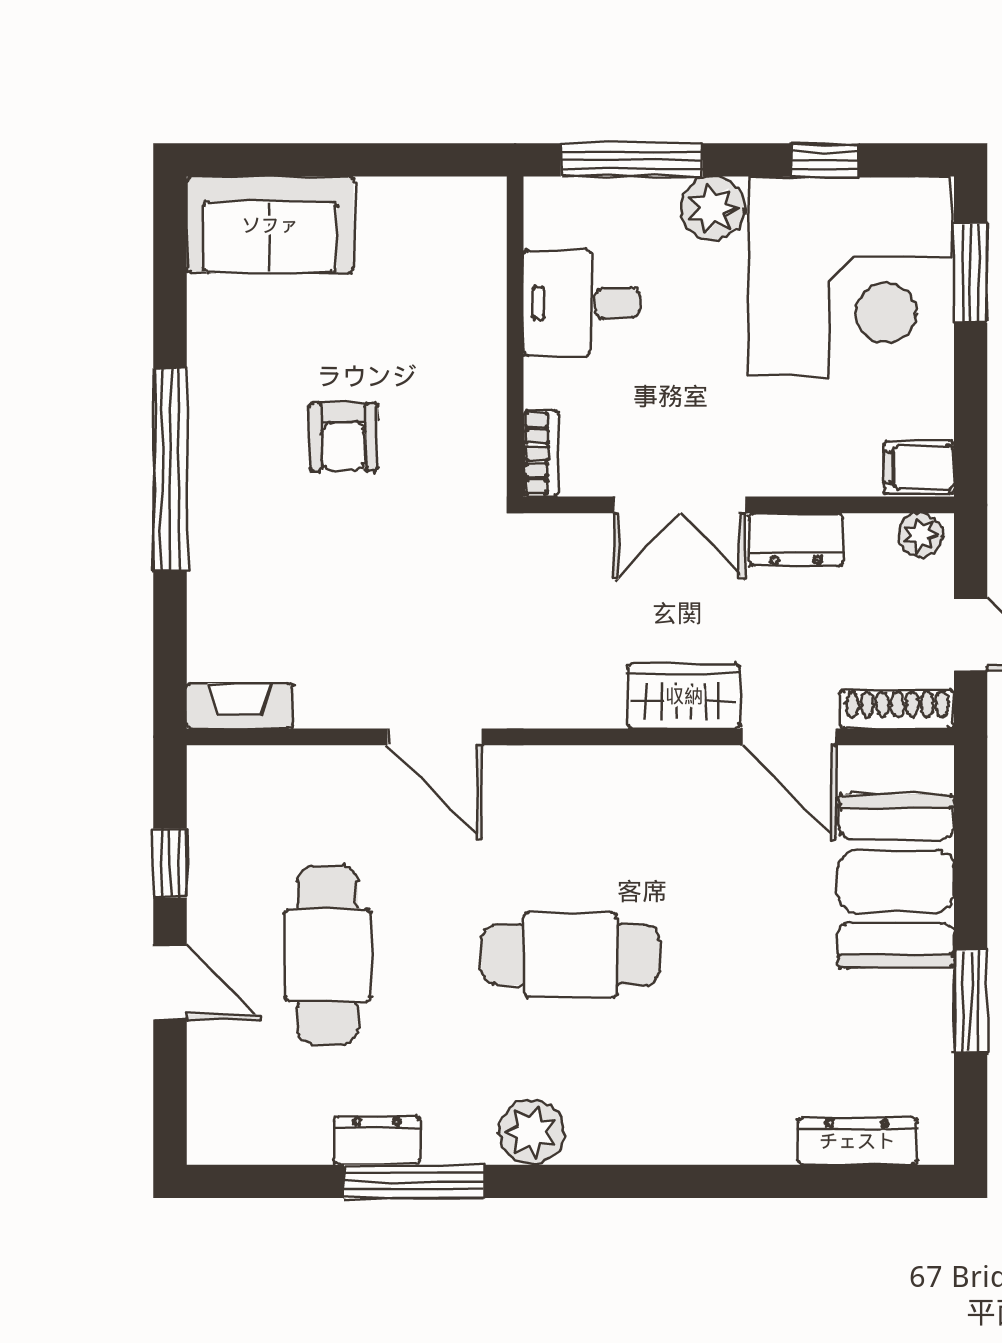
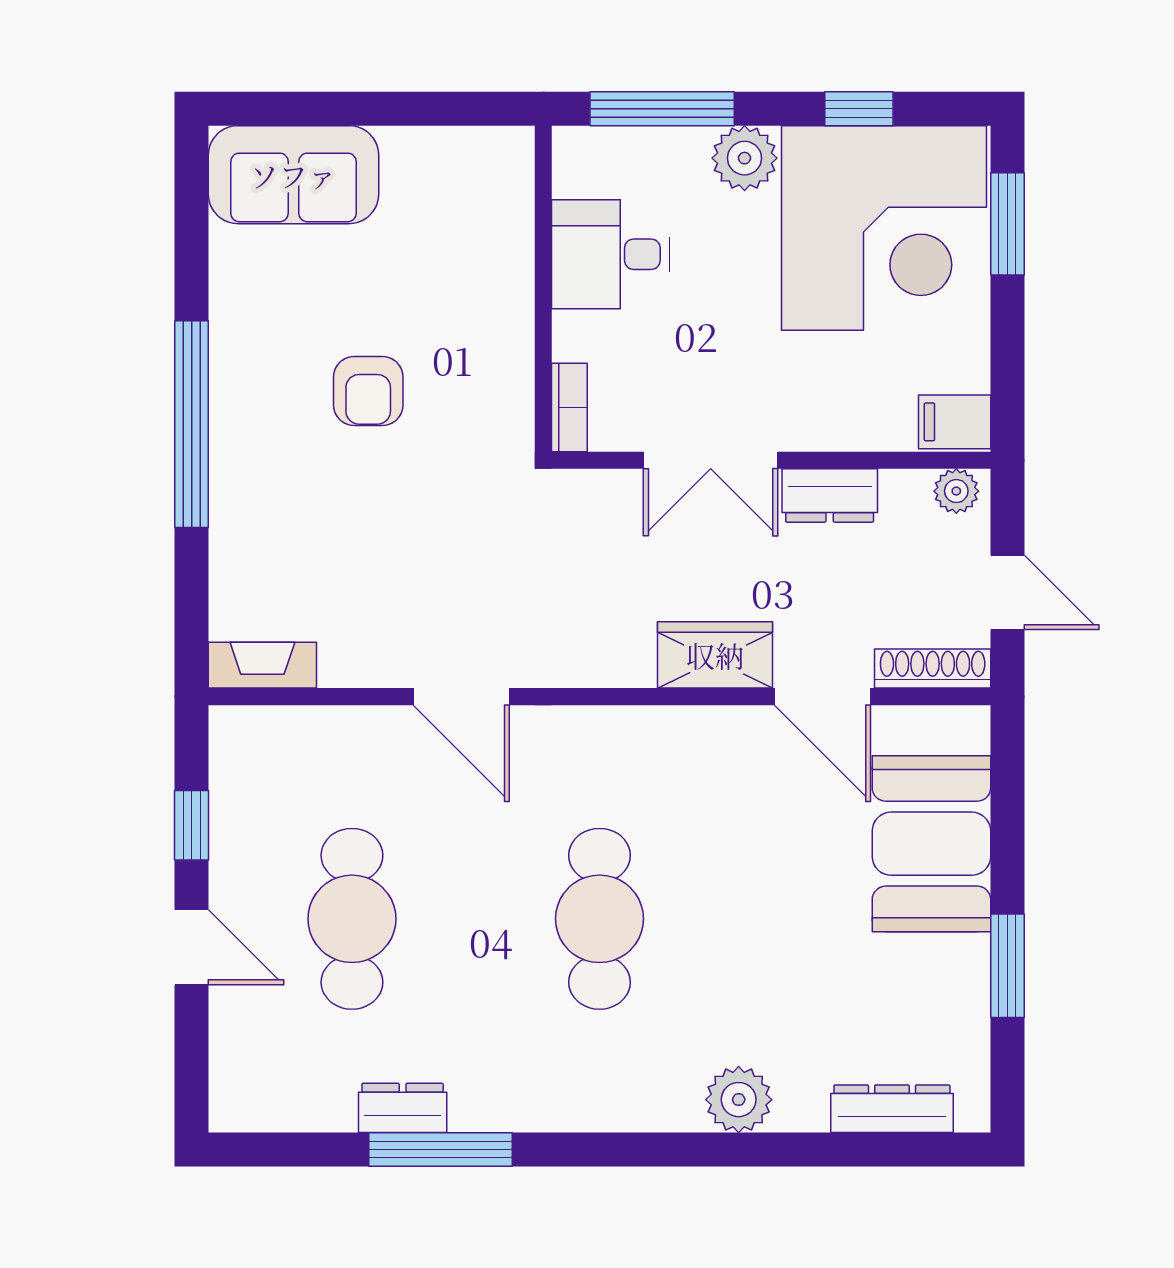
cafe table: (570, 955) -> (600, 919), turned 90
plant: (531, 1132) -> (739, 1100), moved

